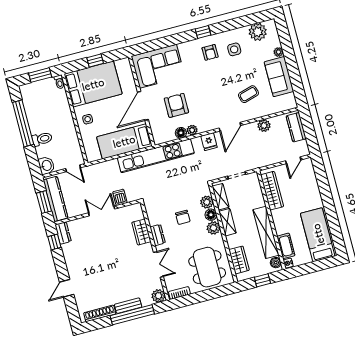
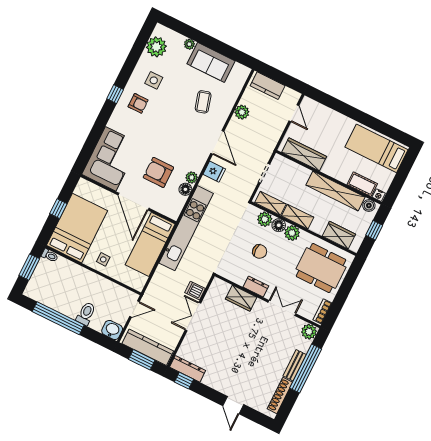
dresser: (63, 233) -> (188, 369), width x1.44

